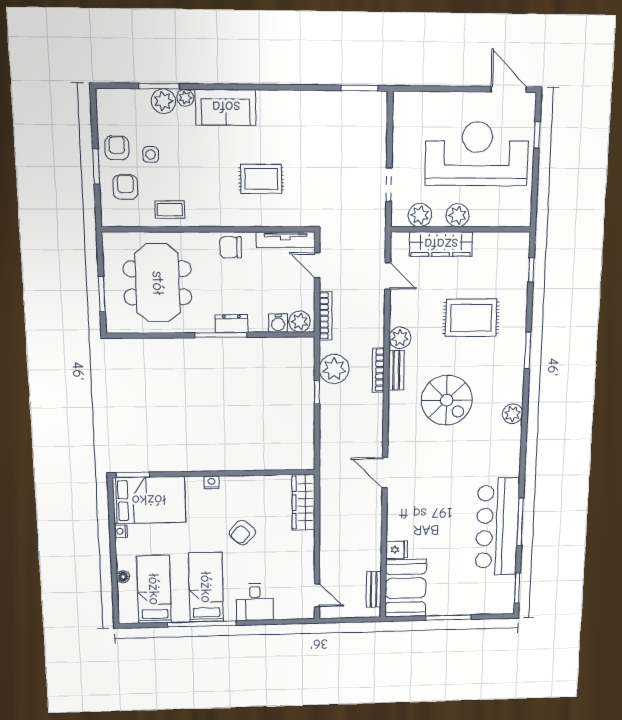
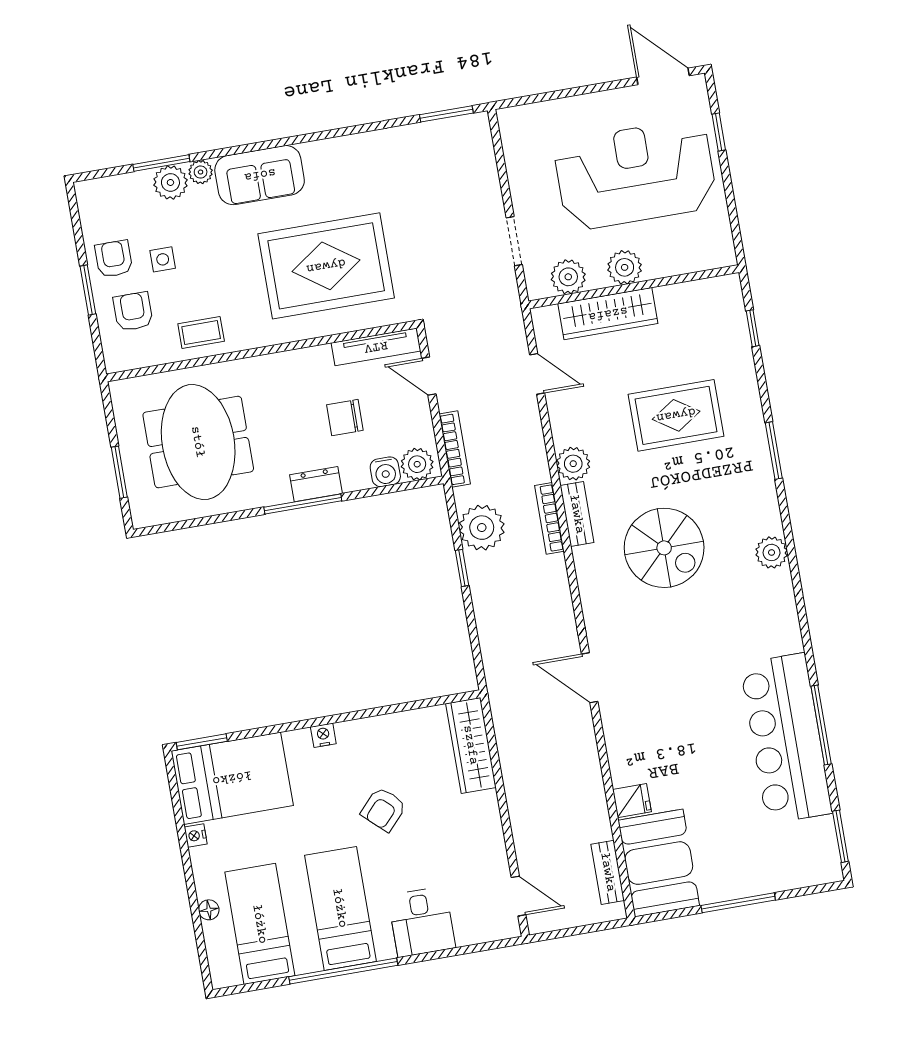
rug: (261, 179) -> (326, 266), width x1.86, depth x2.06
chair: (231, 247) -> (345, 418), moved

